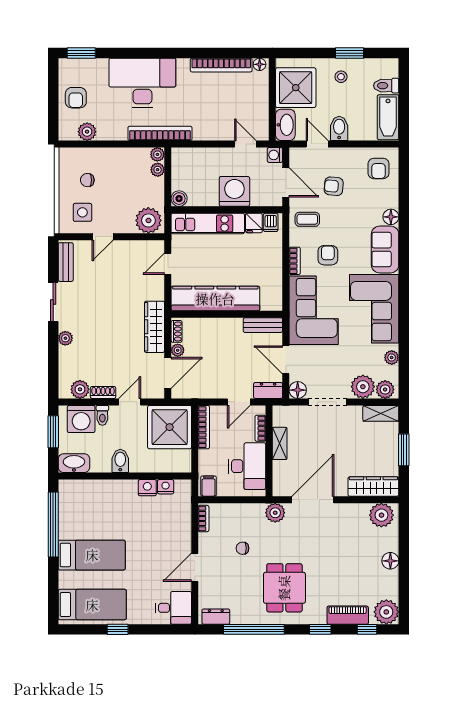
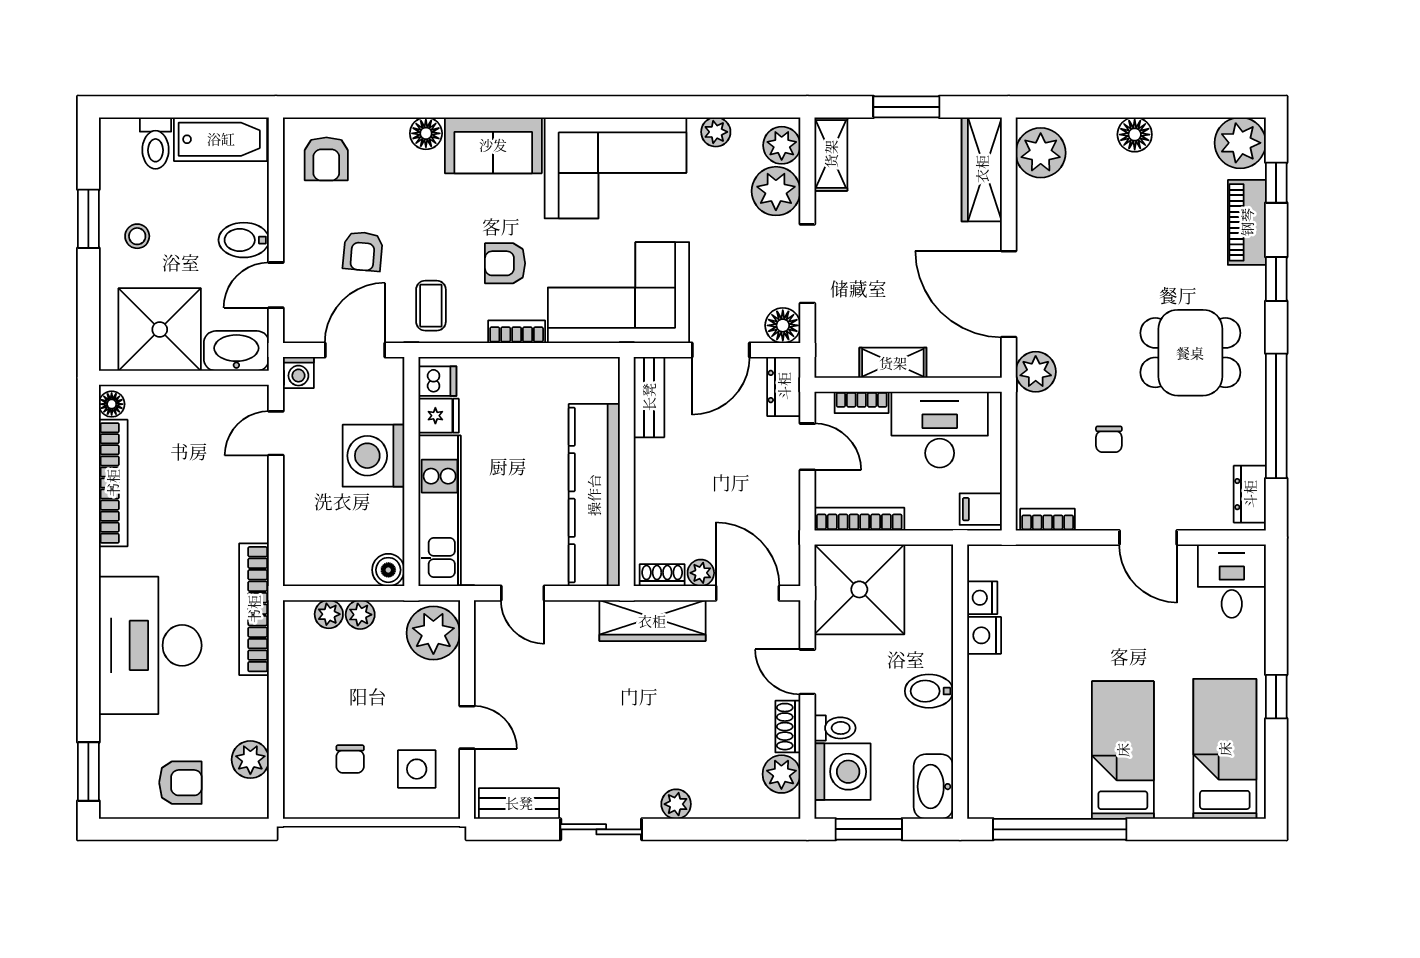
plant: (157, 154) -> (360, 615), moved
armchair: (379, 168) -> (326, 159), turned 90

